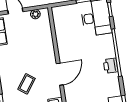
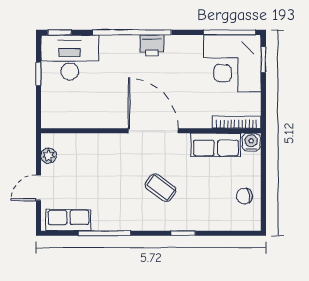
door: (60, 74) -> (153, 131), width x1.36

